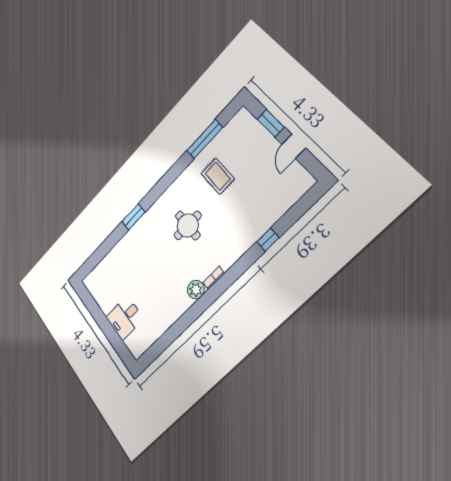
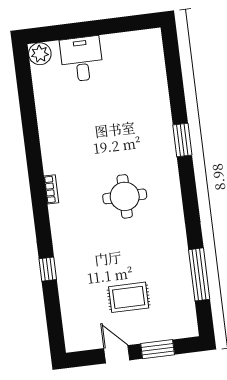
rug: (218, 176) -> (129, 297), moved
plant: (196, 290) -> (40, 54), moved

